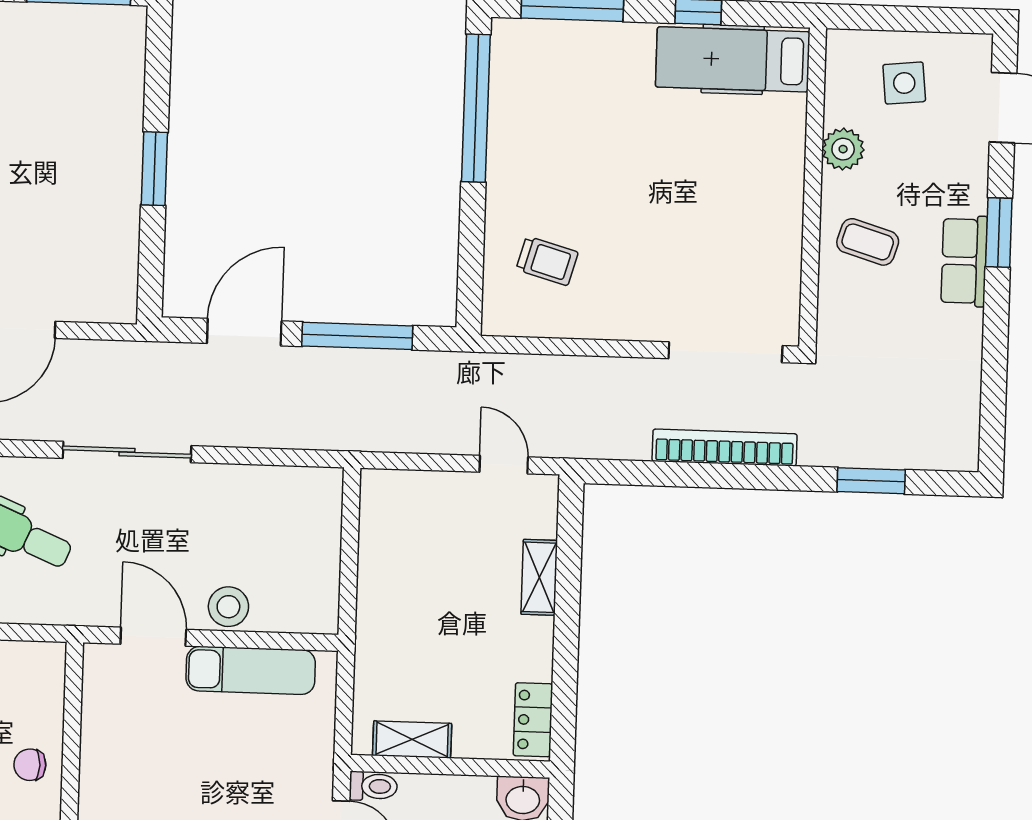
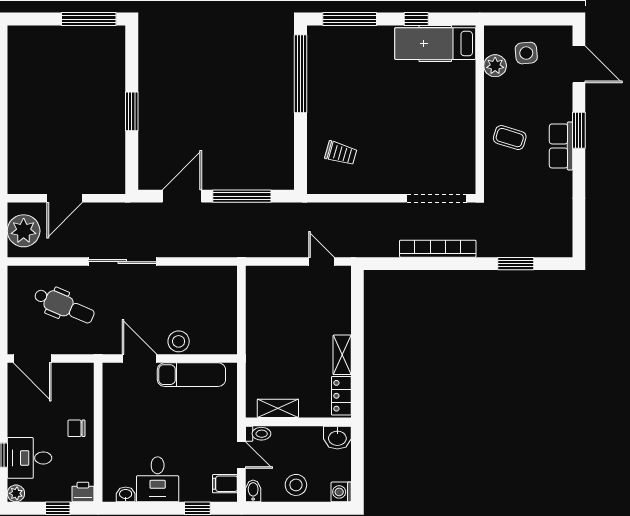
plant: (843, 149) -> (495, 66), moved
shelving: (539, 577) -> (342, 355), moved

